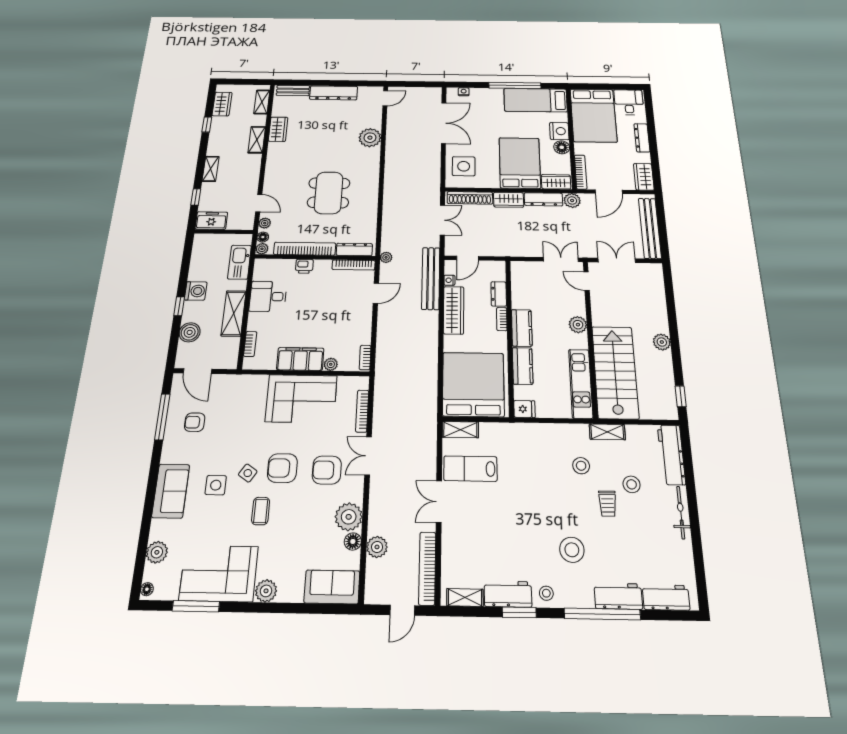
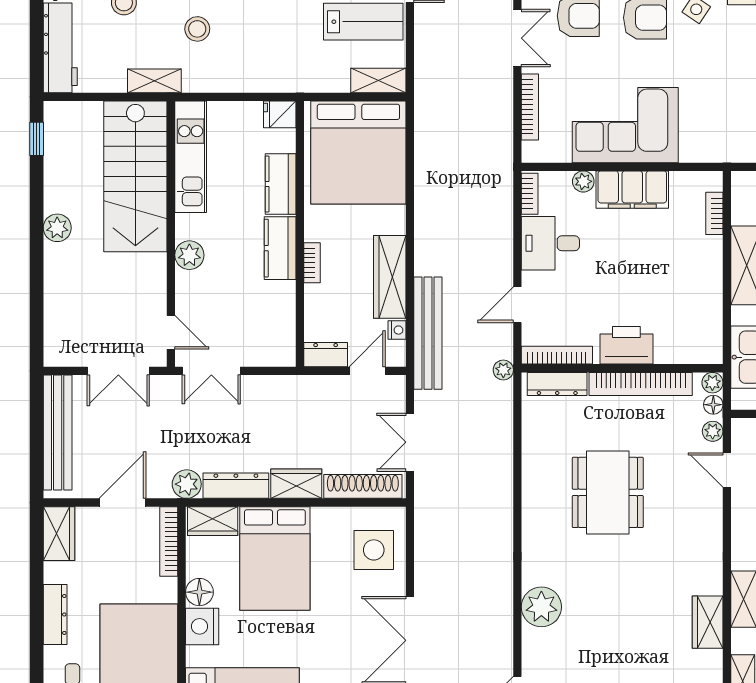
printer: (304, 266) -> (626, 345), width x1.87, depth x1.48
dresser: (499, 294) -> (326, 355), moved, turned -90
desk: (268, 296) -> (550, 243), moved, turned 180

